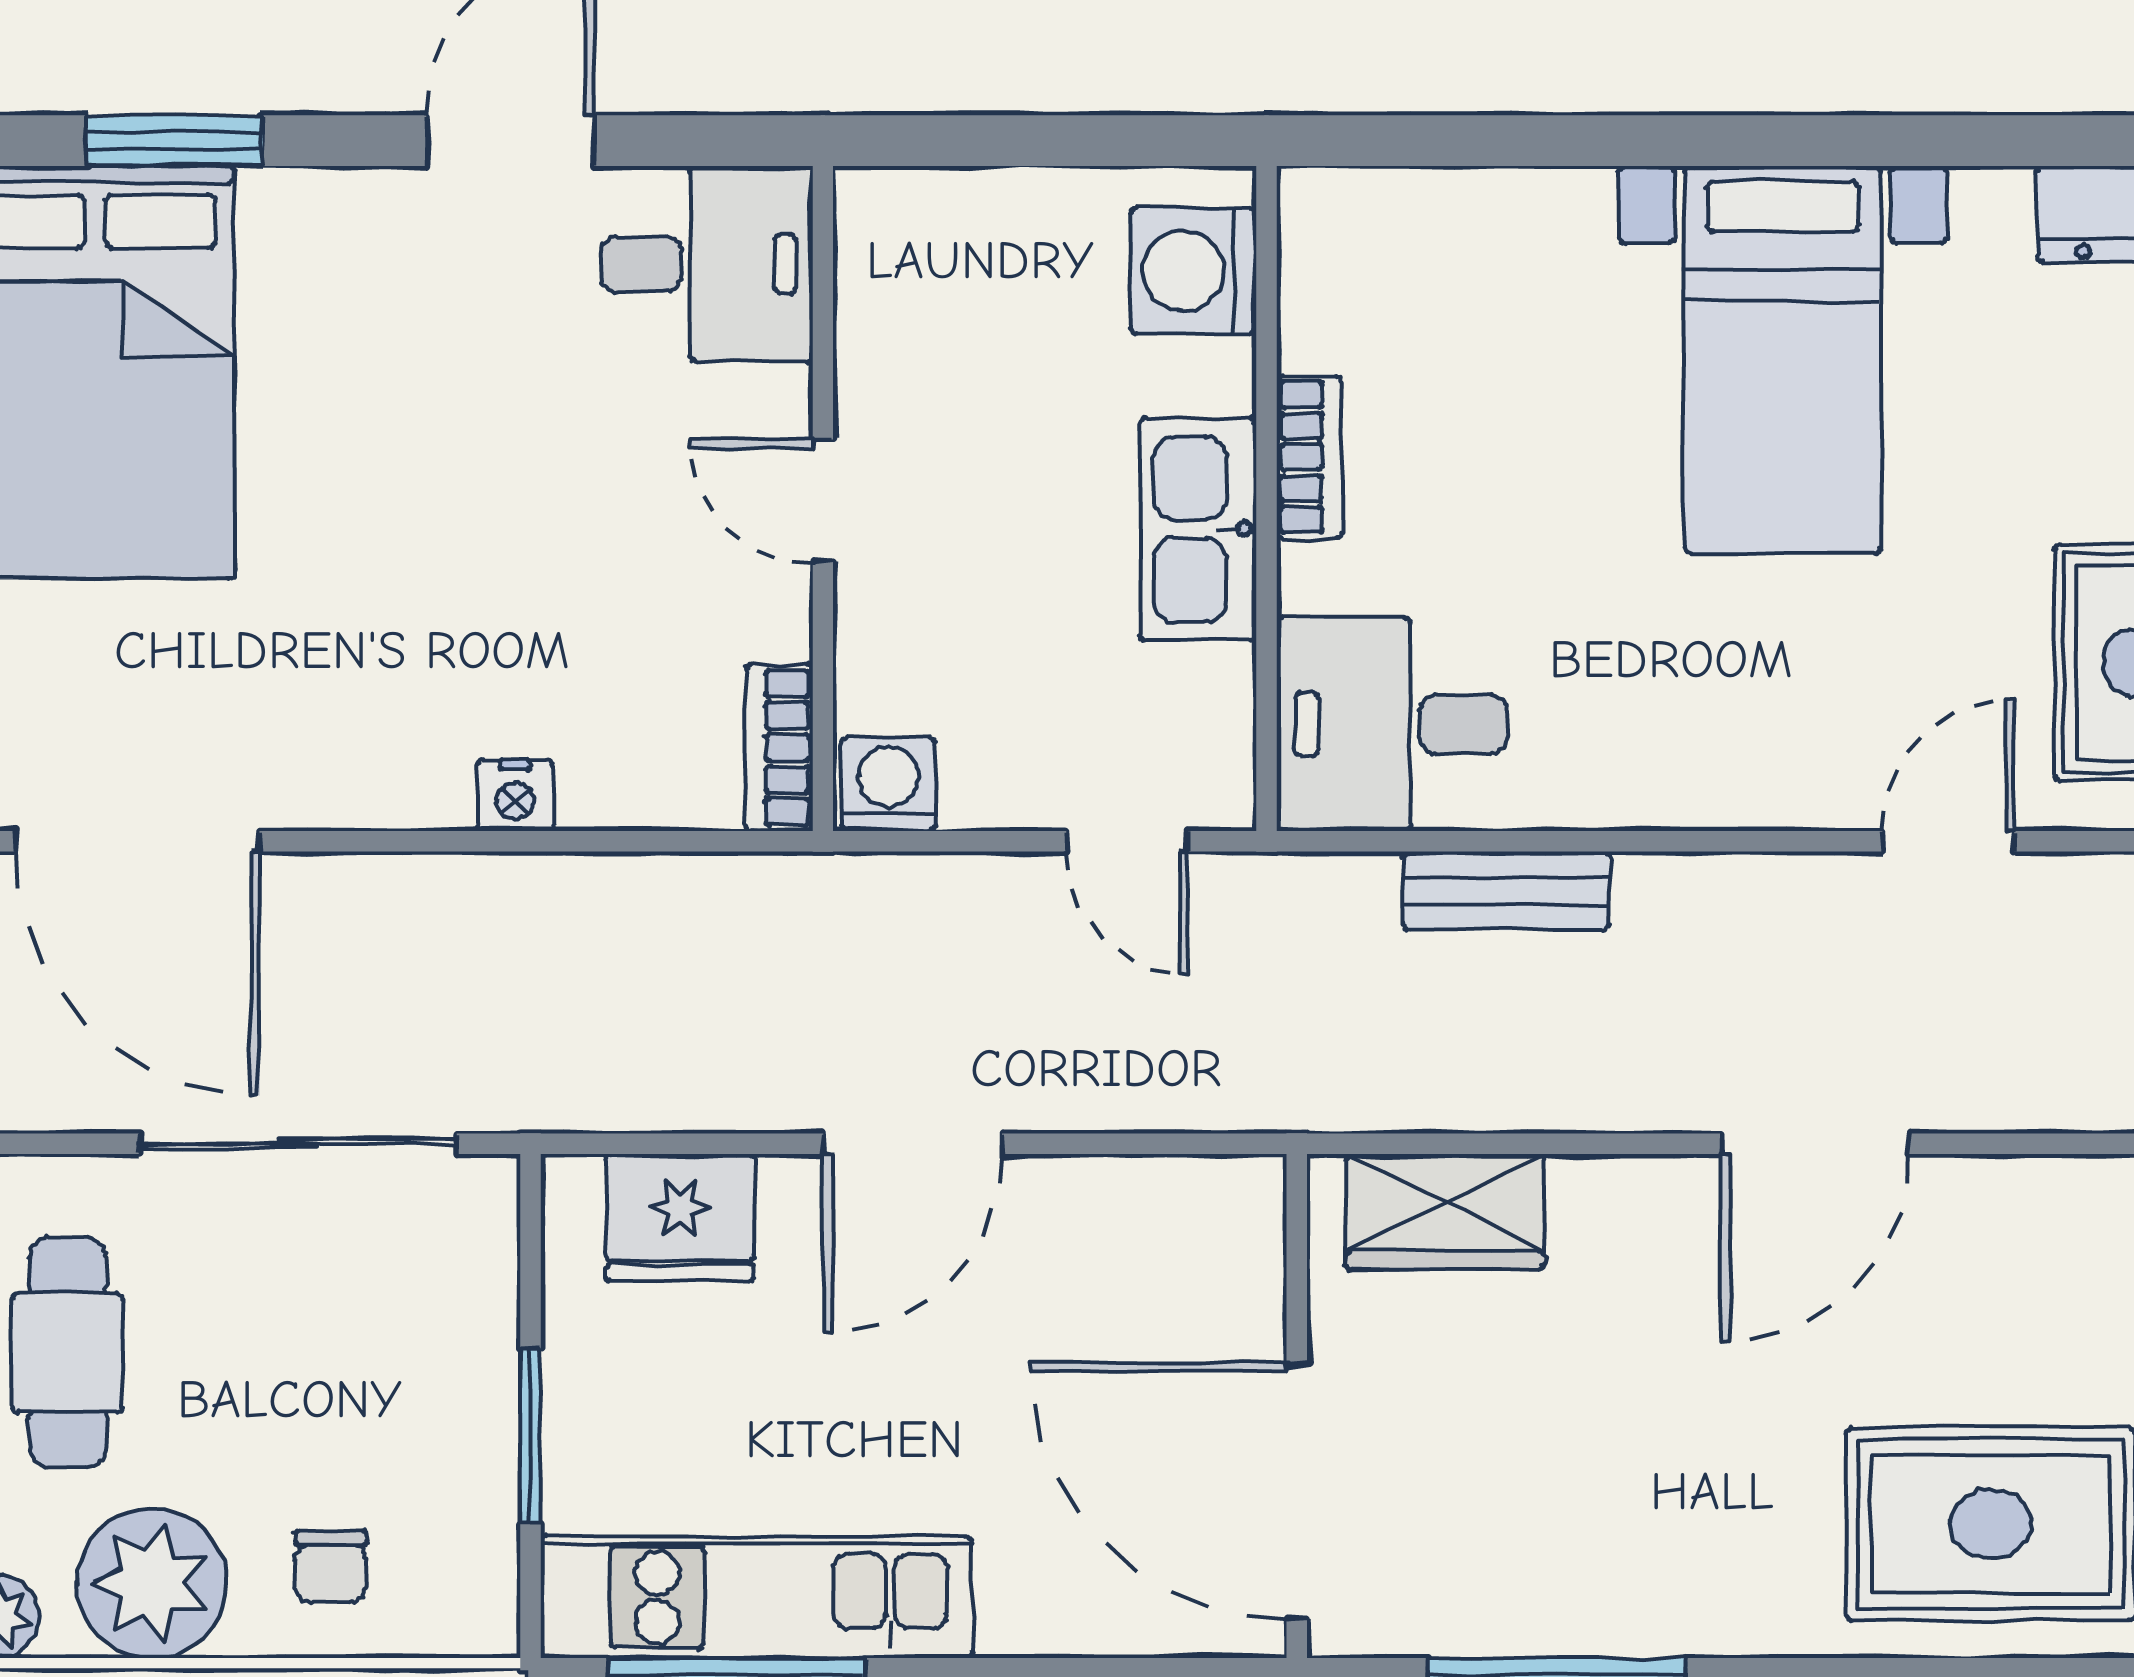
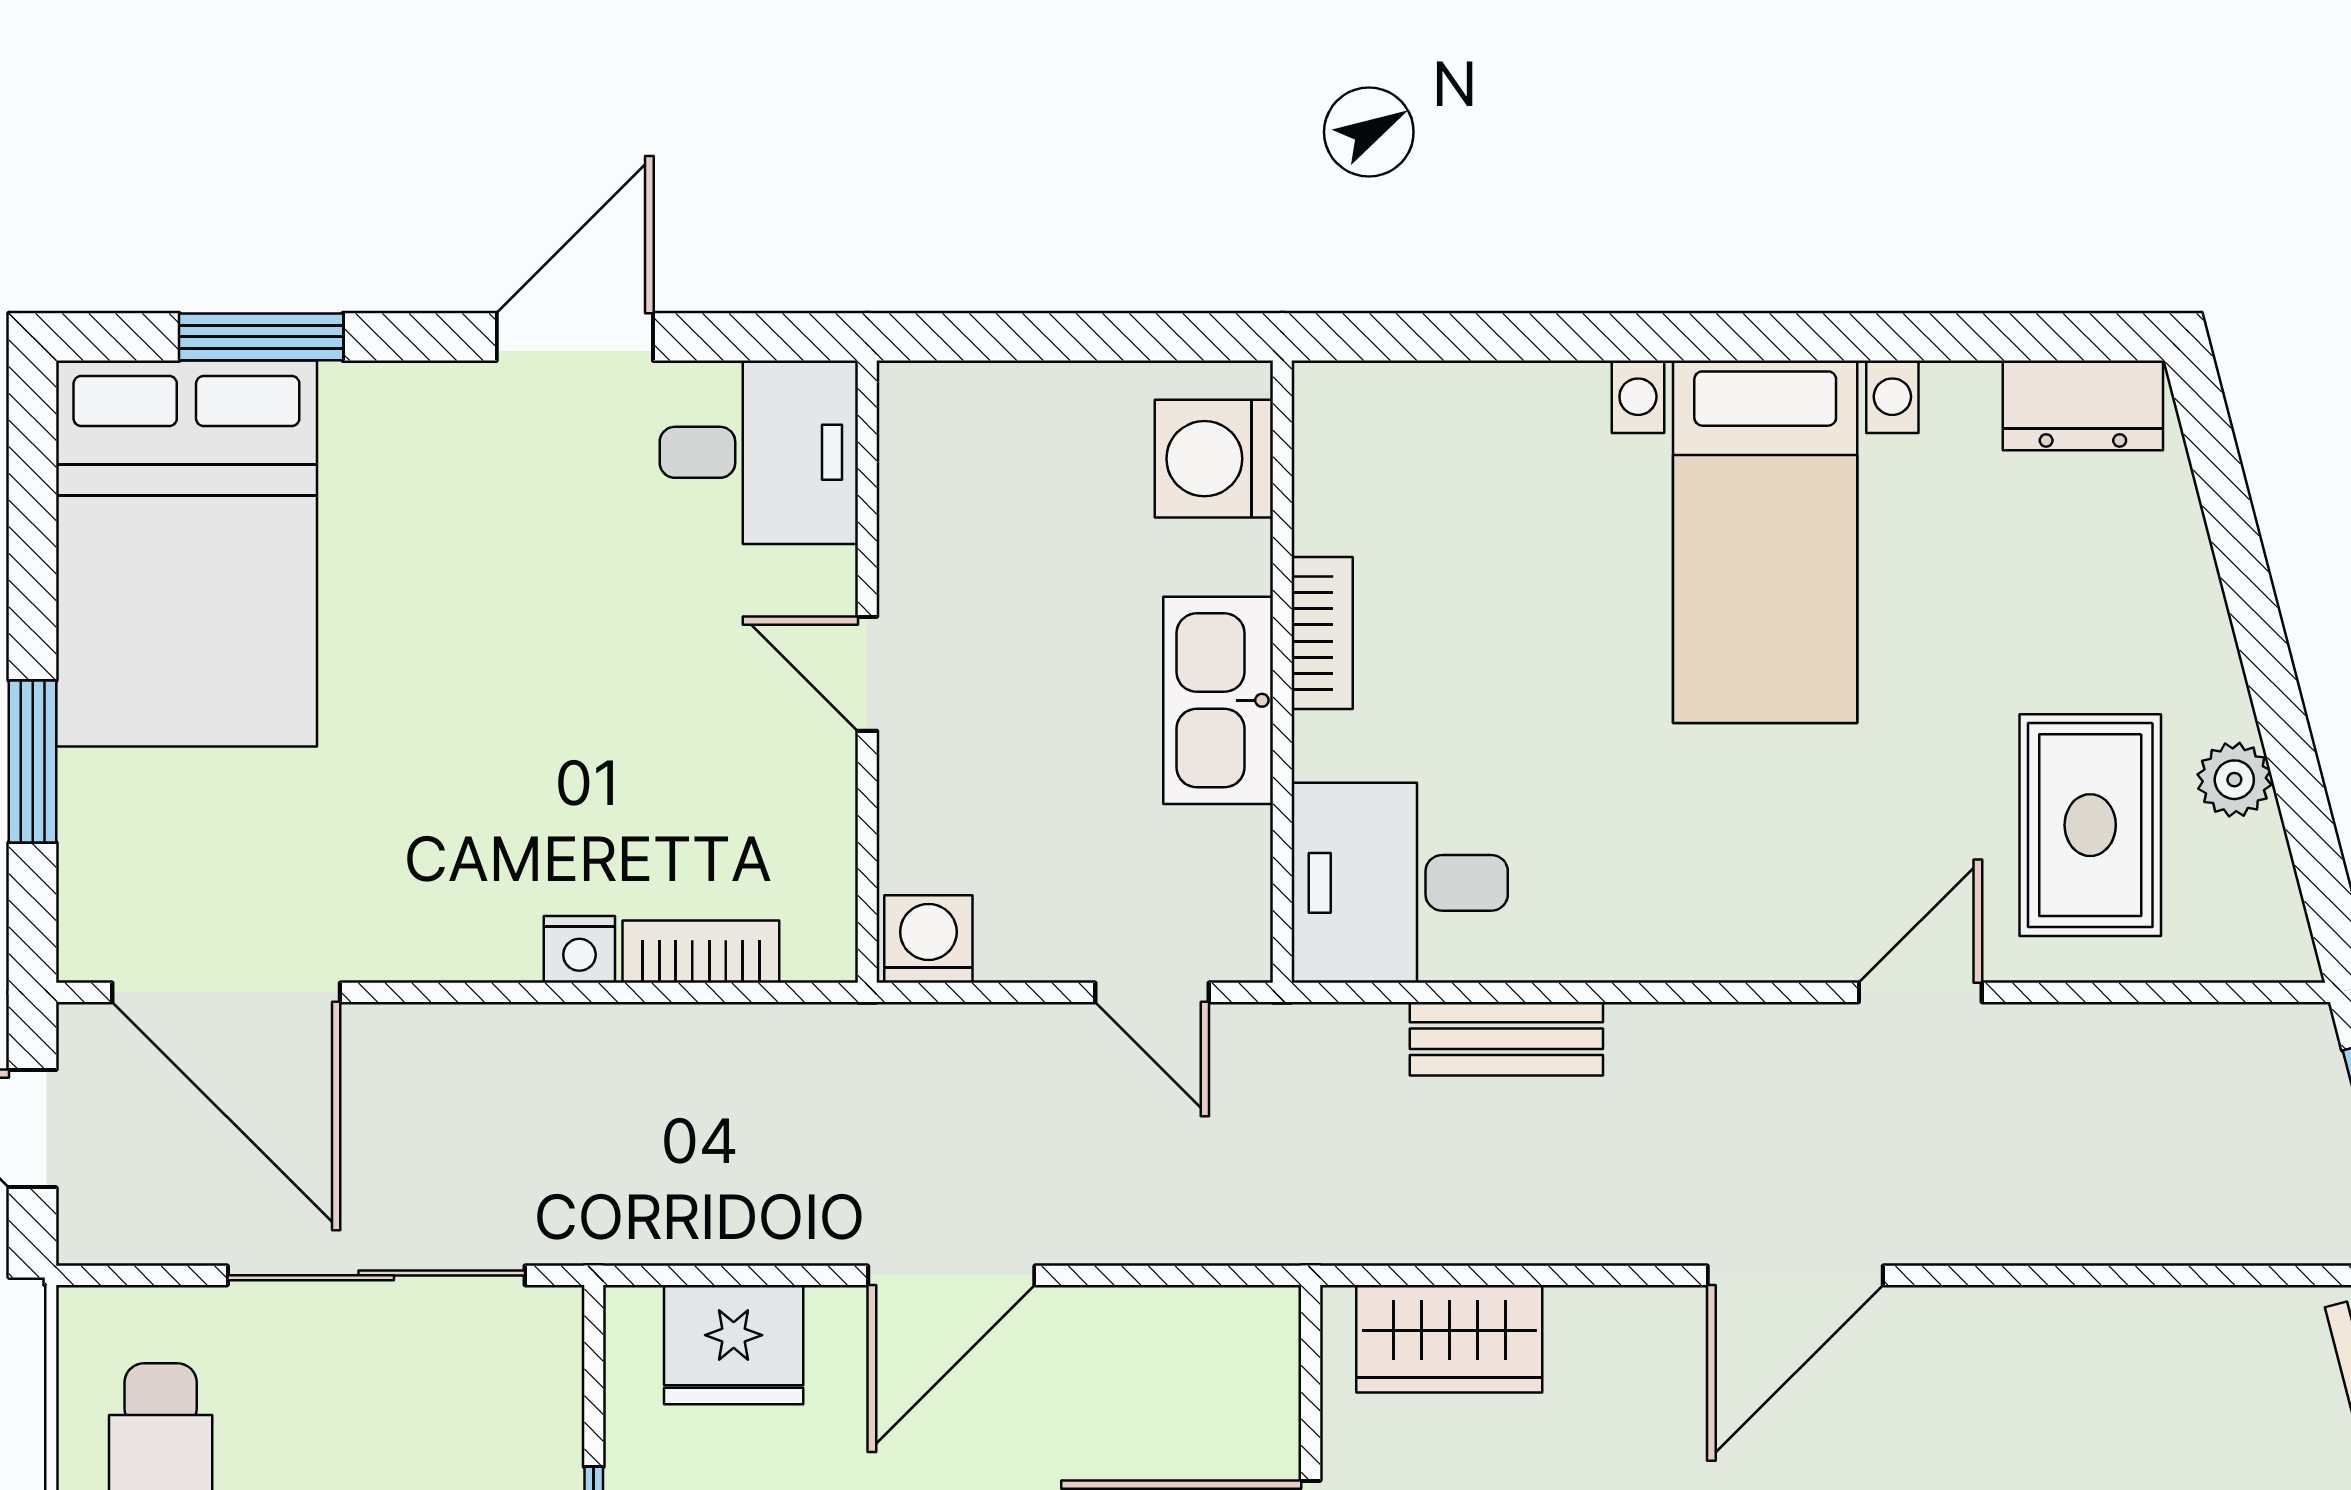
bookcase: (779, 748) -> (701, 952), moved, turned 90

